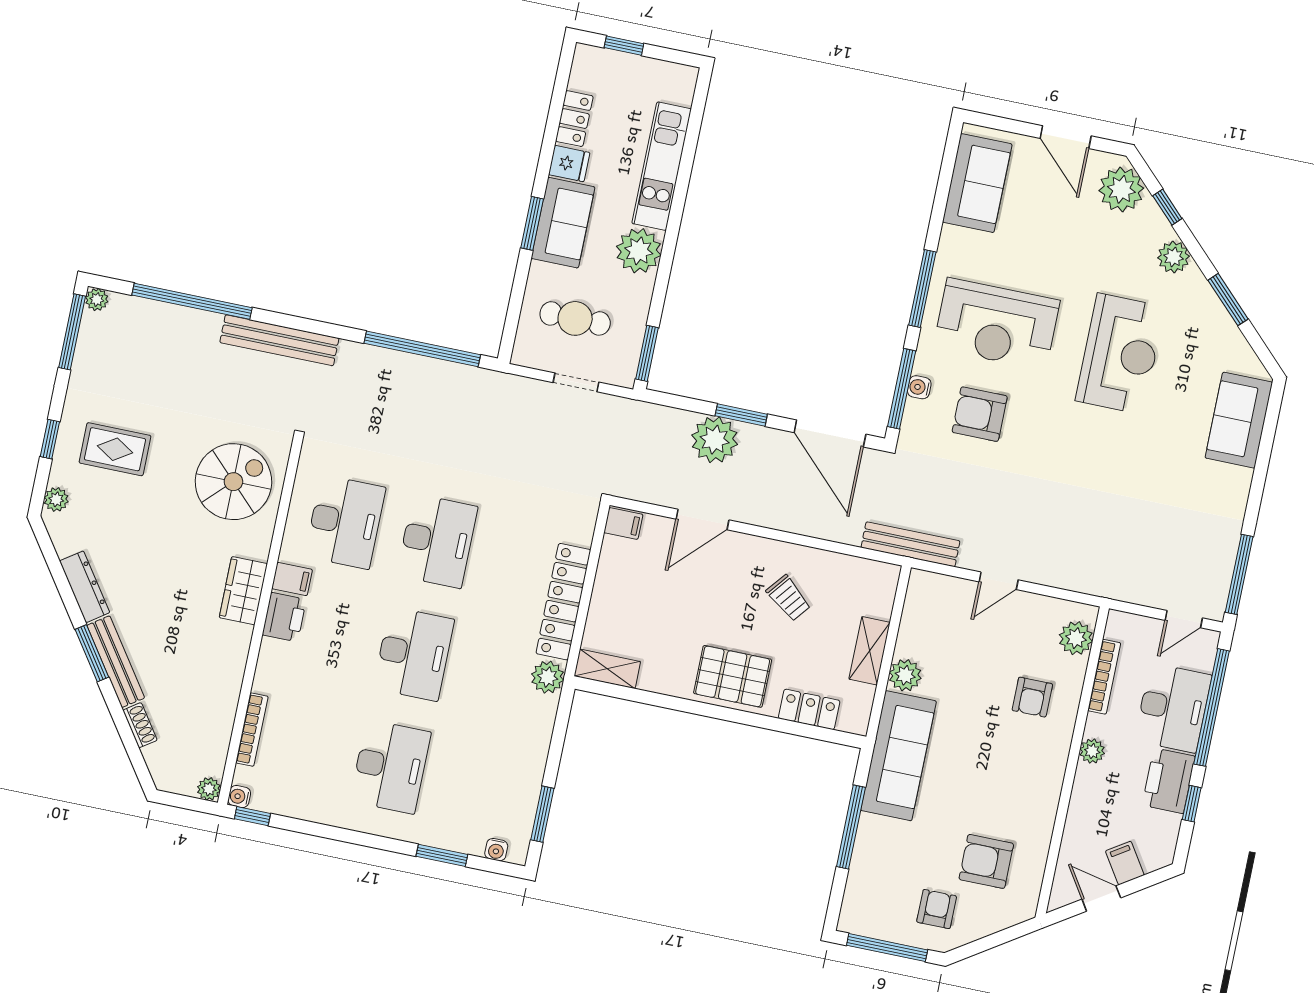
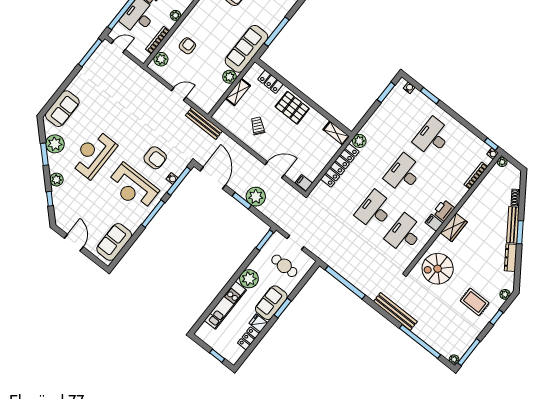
plant: (1121, 189) -> (55, 144), moved
reception desk: (997, 324) -> (133, 187), turned 180

